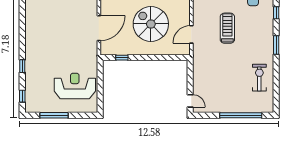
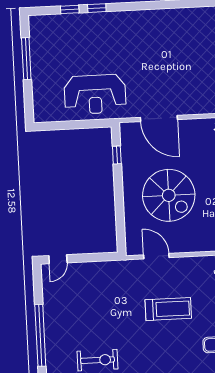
spiral stairs: (151, 24) -> (169, 195), turned 90
reception desk: (75, 86) -> (95, 94), moved, turned 90
window: (22, 96) -> (70, 9), moved

